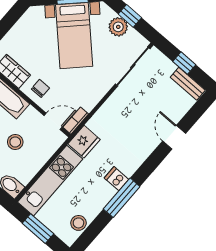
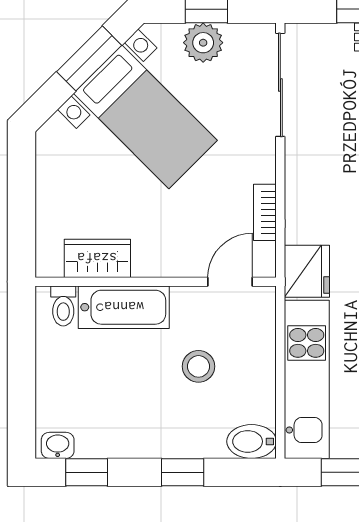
chair: (40, 88) -> (165, 247), removed
bookcase: (76, 121) -> (265, 212), moved

